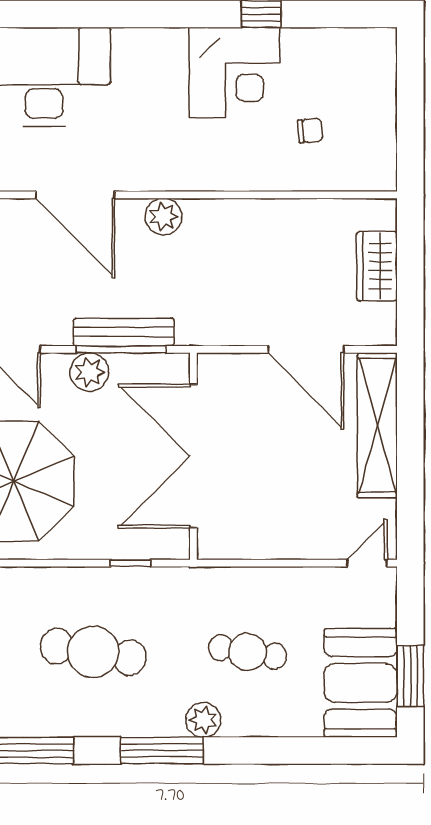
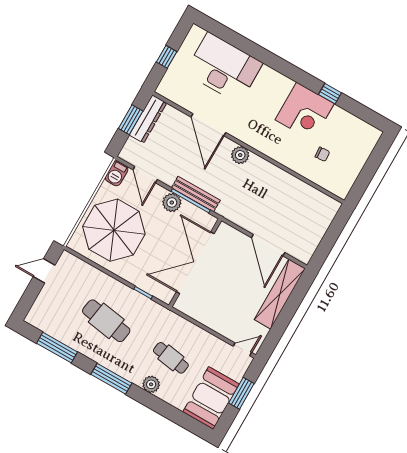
wardrobe: (377, 266) -> (318, 227), removed
window: (410, 676) -> (241, 393), moved
plant: (203, 720) -> (151, 384), moved

